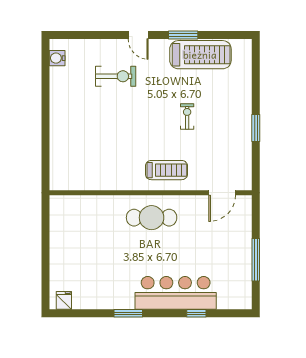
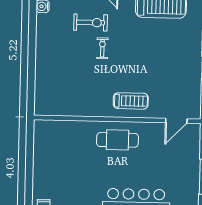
exercise bike: (187, 117) -> (102, 48), moved

